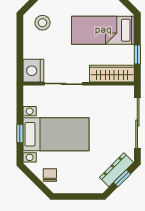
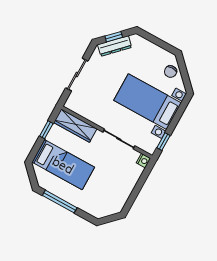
stool: (43, 23) -> (109, 198), removed
nightstand: (33, 71) -> (144, 161), width x0.53, depth x0.56
sliding door: (137, 123) -> (77, 75), width x0.73
window: (20, 133) -> (163, 142), moved

